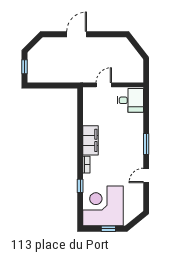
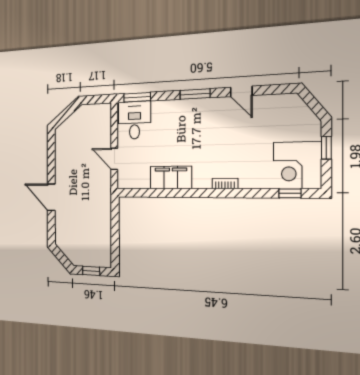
window: (146, 102) -> (137, 97), added
filing cabinet: (91, 140) -> (171, 177), moved
window: (80, 186) -> (290, 193), moved
corner desk: (103, 206) -> (297, 165), width x0.74, depth x0.74

